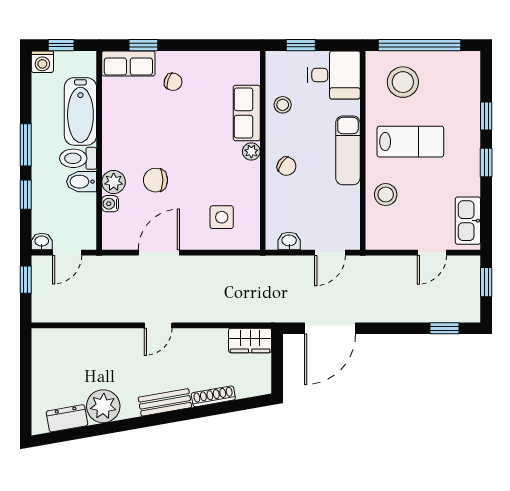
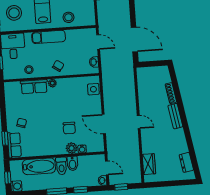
side table: (222, 217) -> (93, 89), moved
wardrobe: (250, 340) -> (149, 164), moved
plant: (103, 406) -> (179, 146), removed

